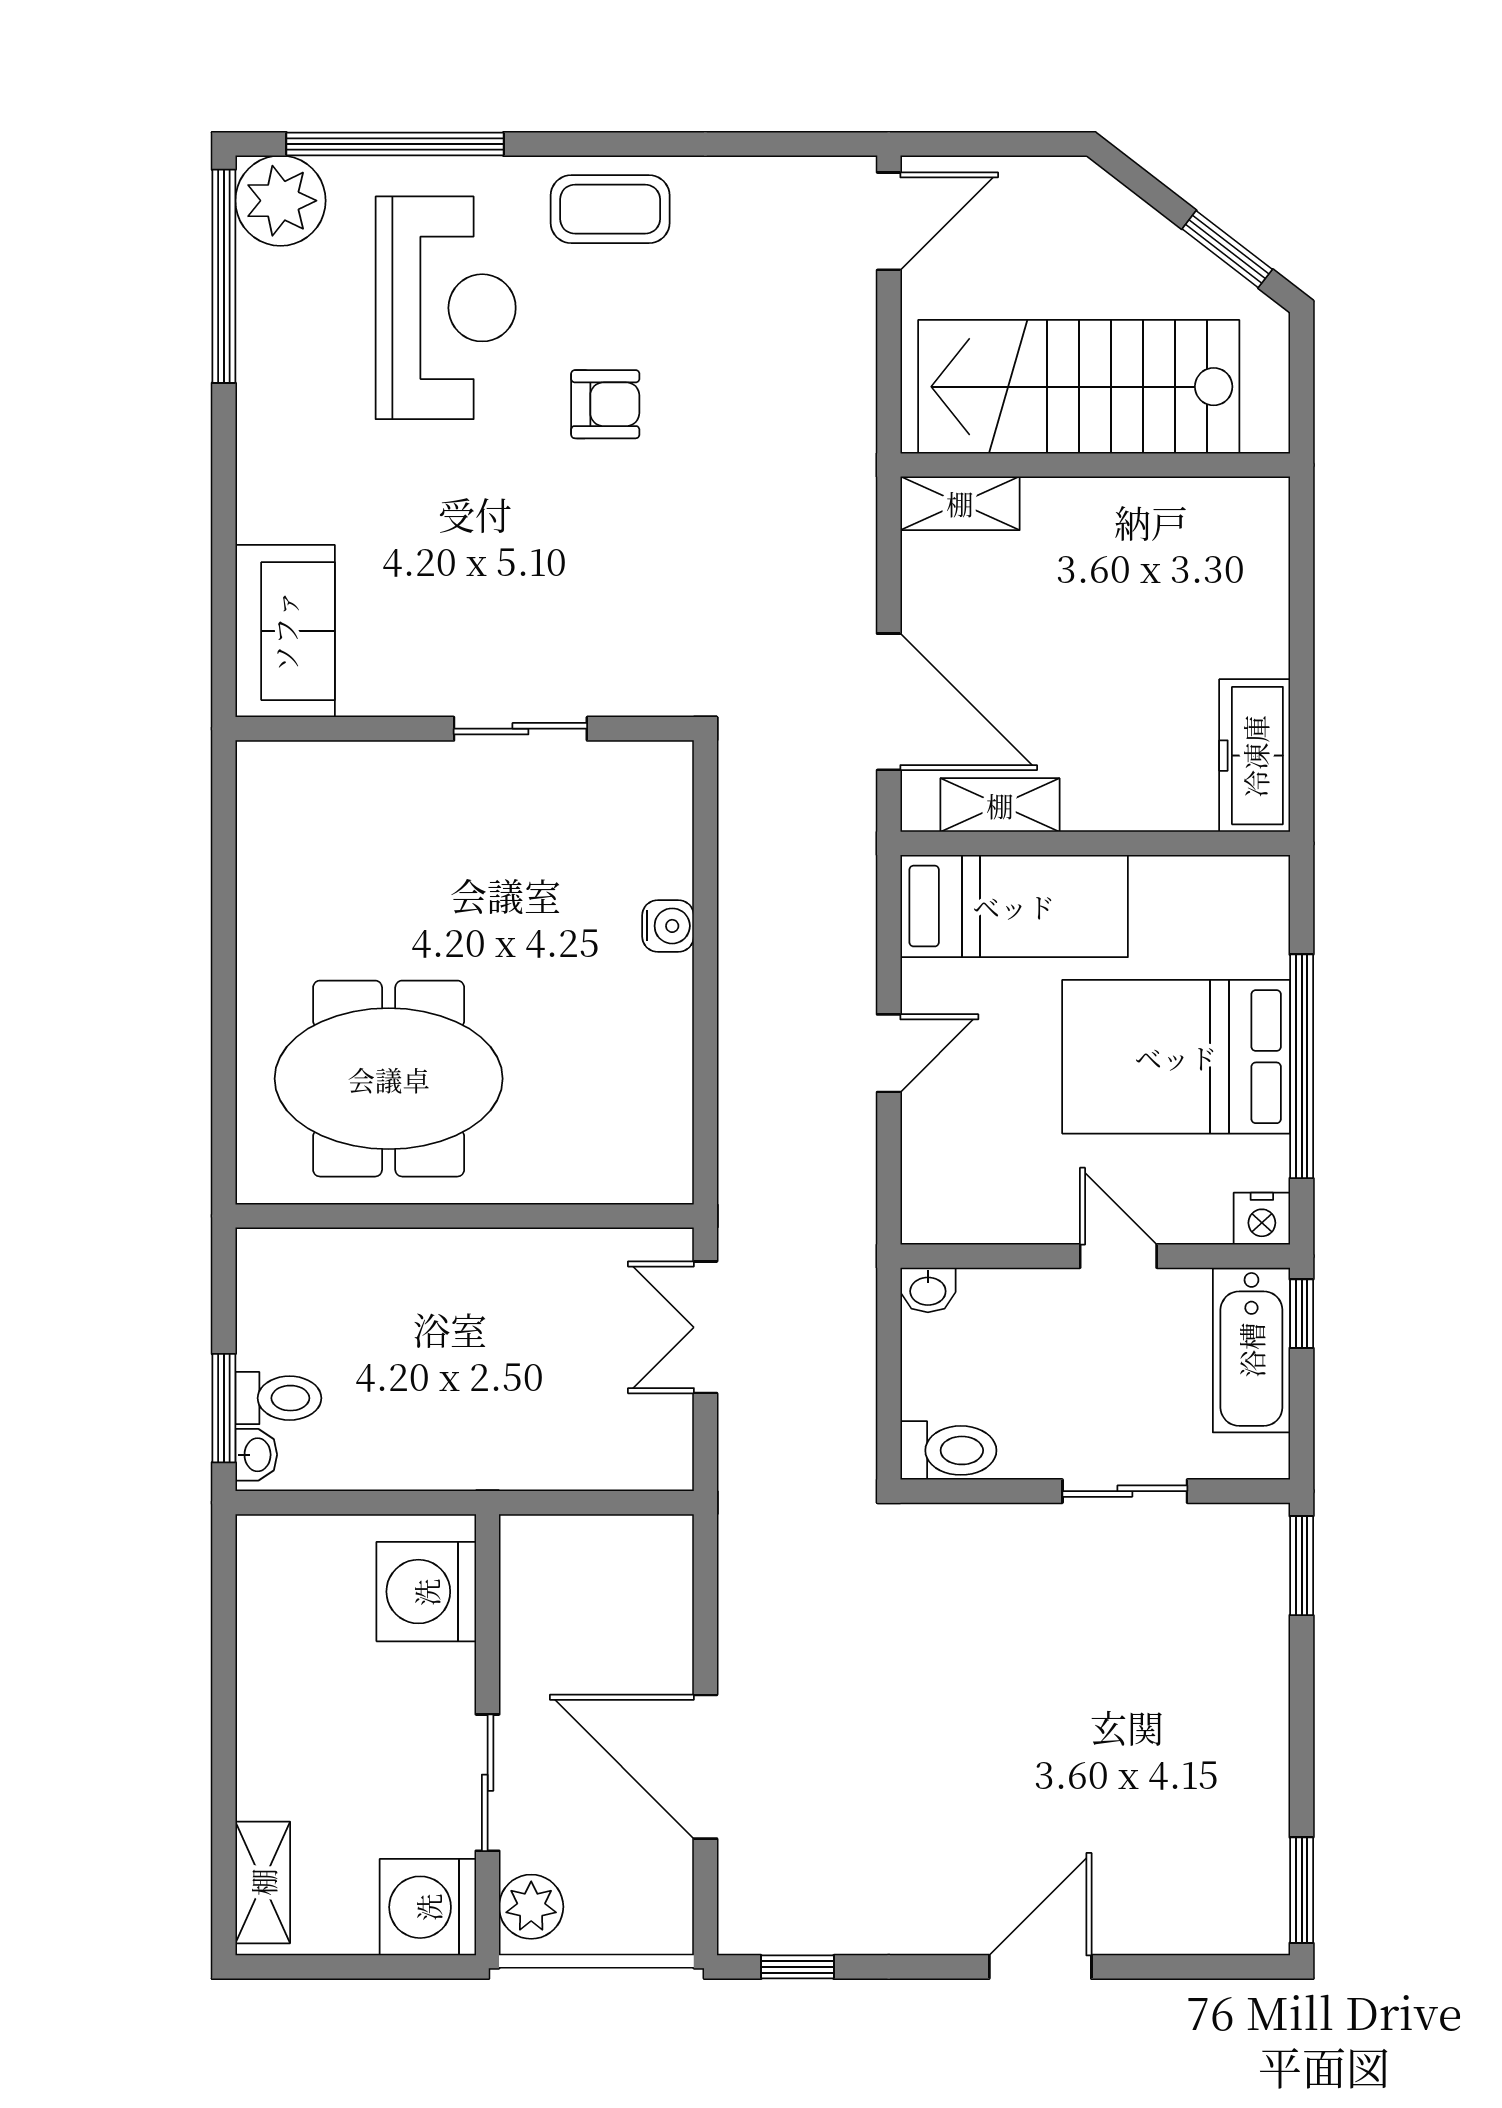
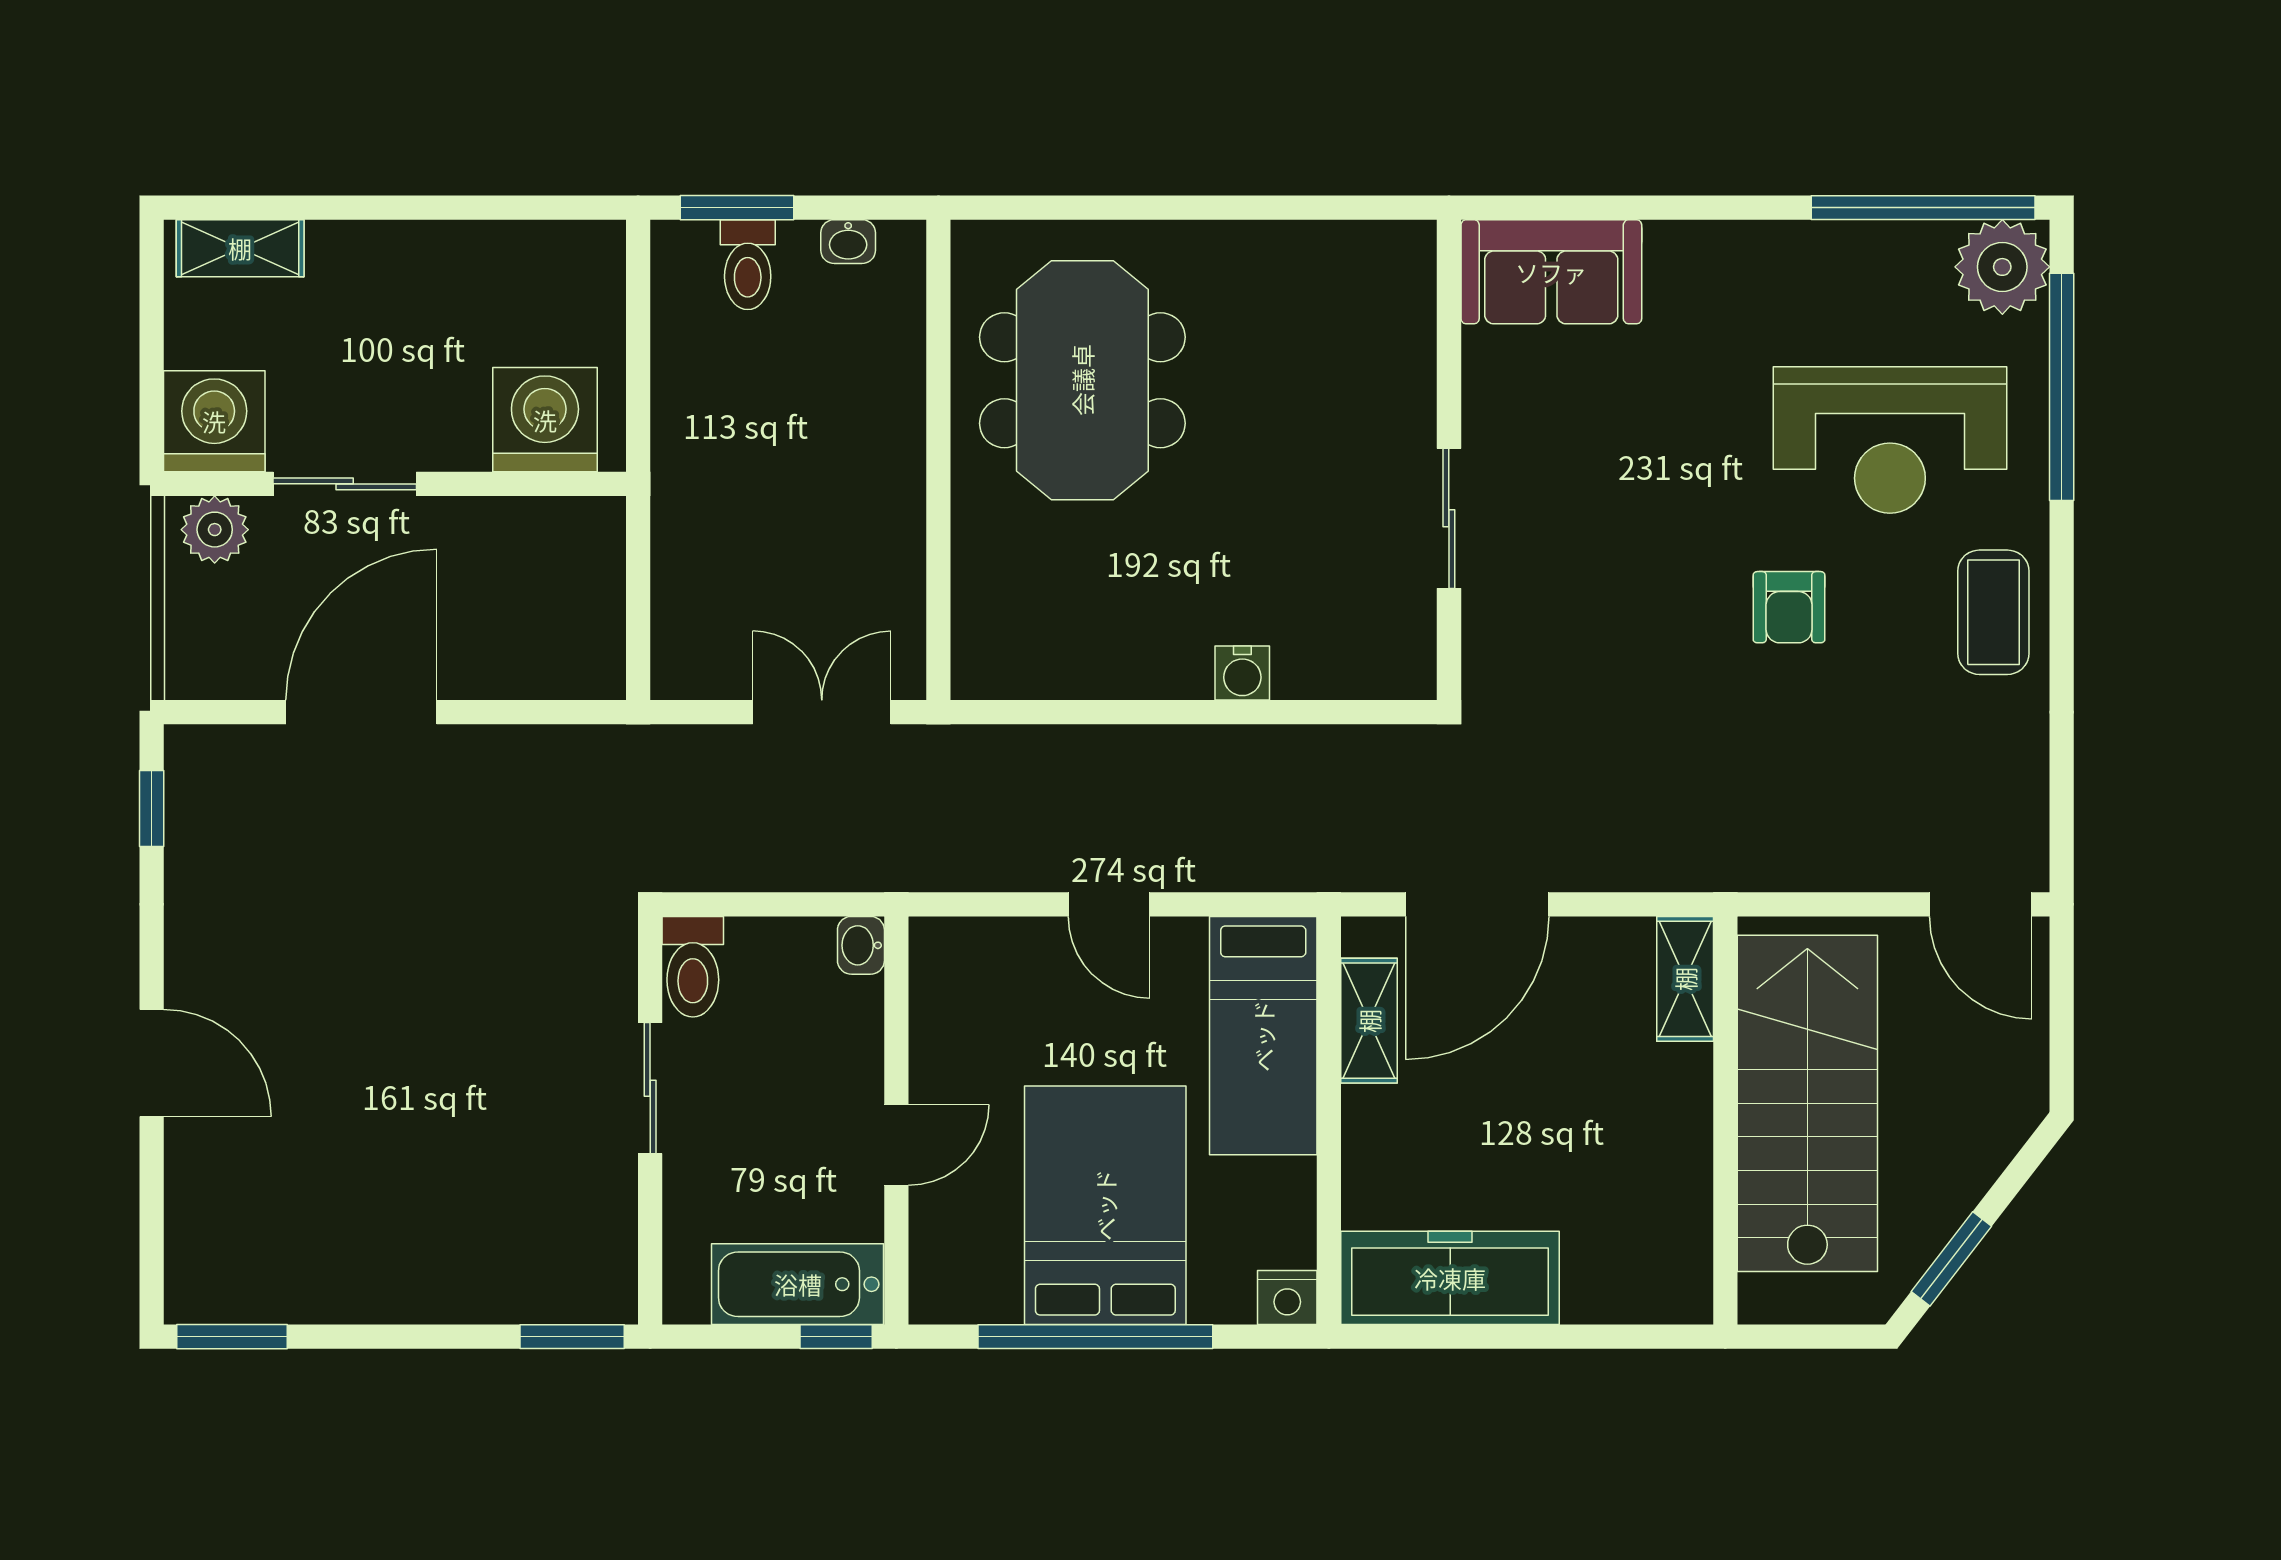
freezer: (1255, 756) -> (1450, 1278), width x1.36, depth x1.26
nightstand: (1262, 1219) -> (1287, 1298), moved, turned -90
washbasin: (256, 1455) -> (848, 242), moved
sliding door: (1125, 1491) -> (650, 1088), moved

